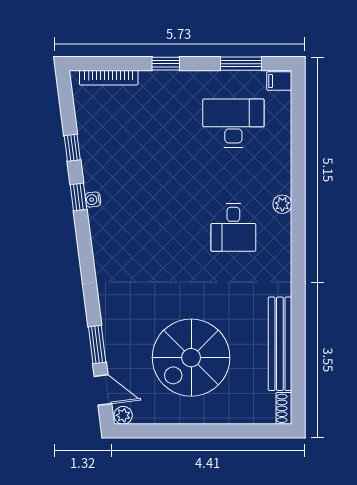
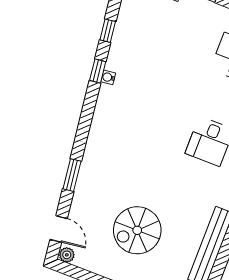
window: (97, 345) -> (72, 175), moved
spiral stairs: (191, 358) -> (137, 230), width x0.73, depth x0.73

